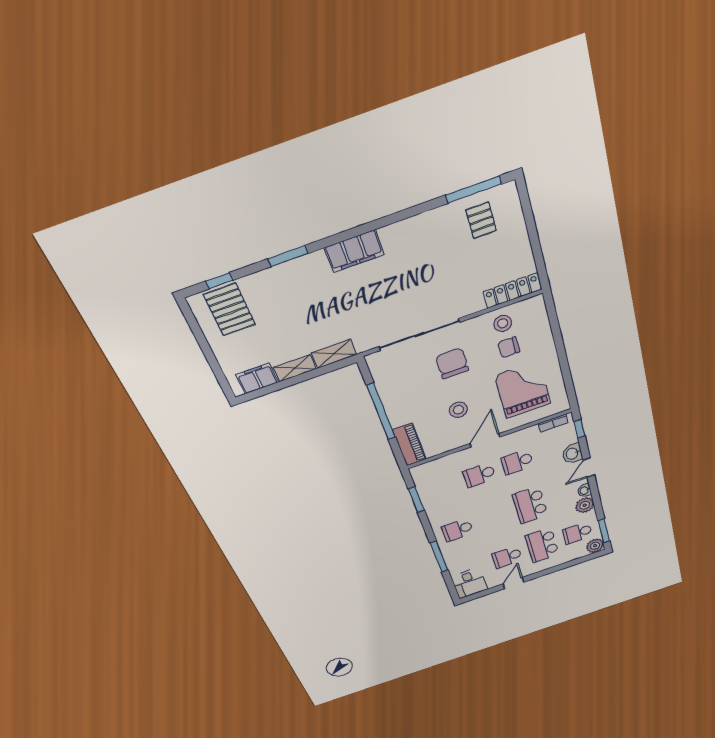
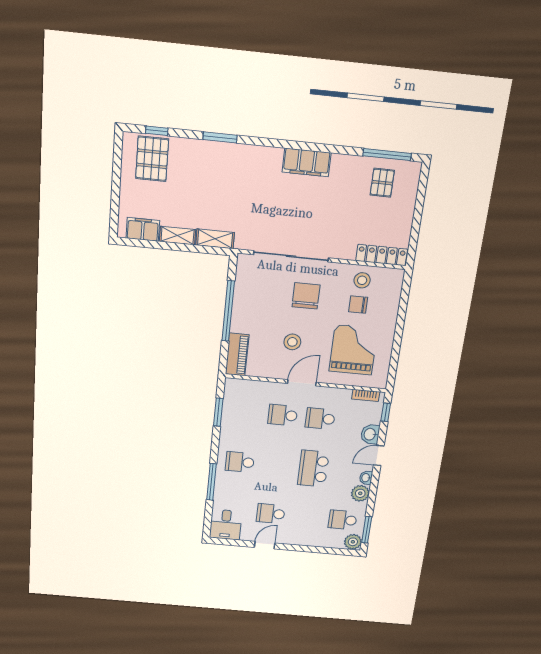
filing cabinet: (354, 251) -> (307, 162), moved
school desk: (542, 545) -> (307, 517), removed

